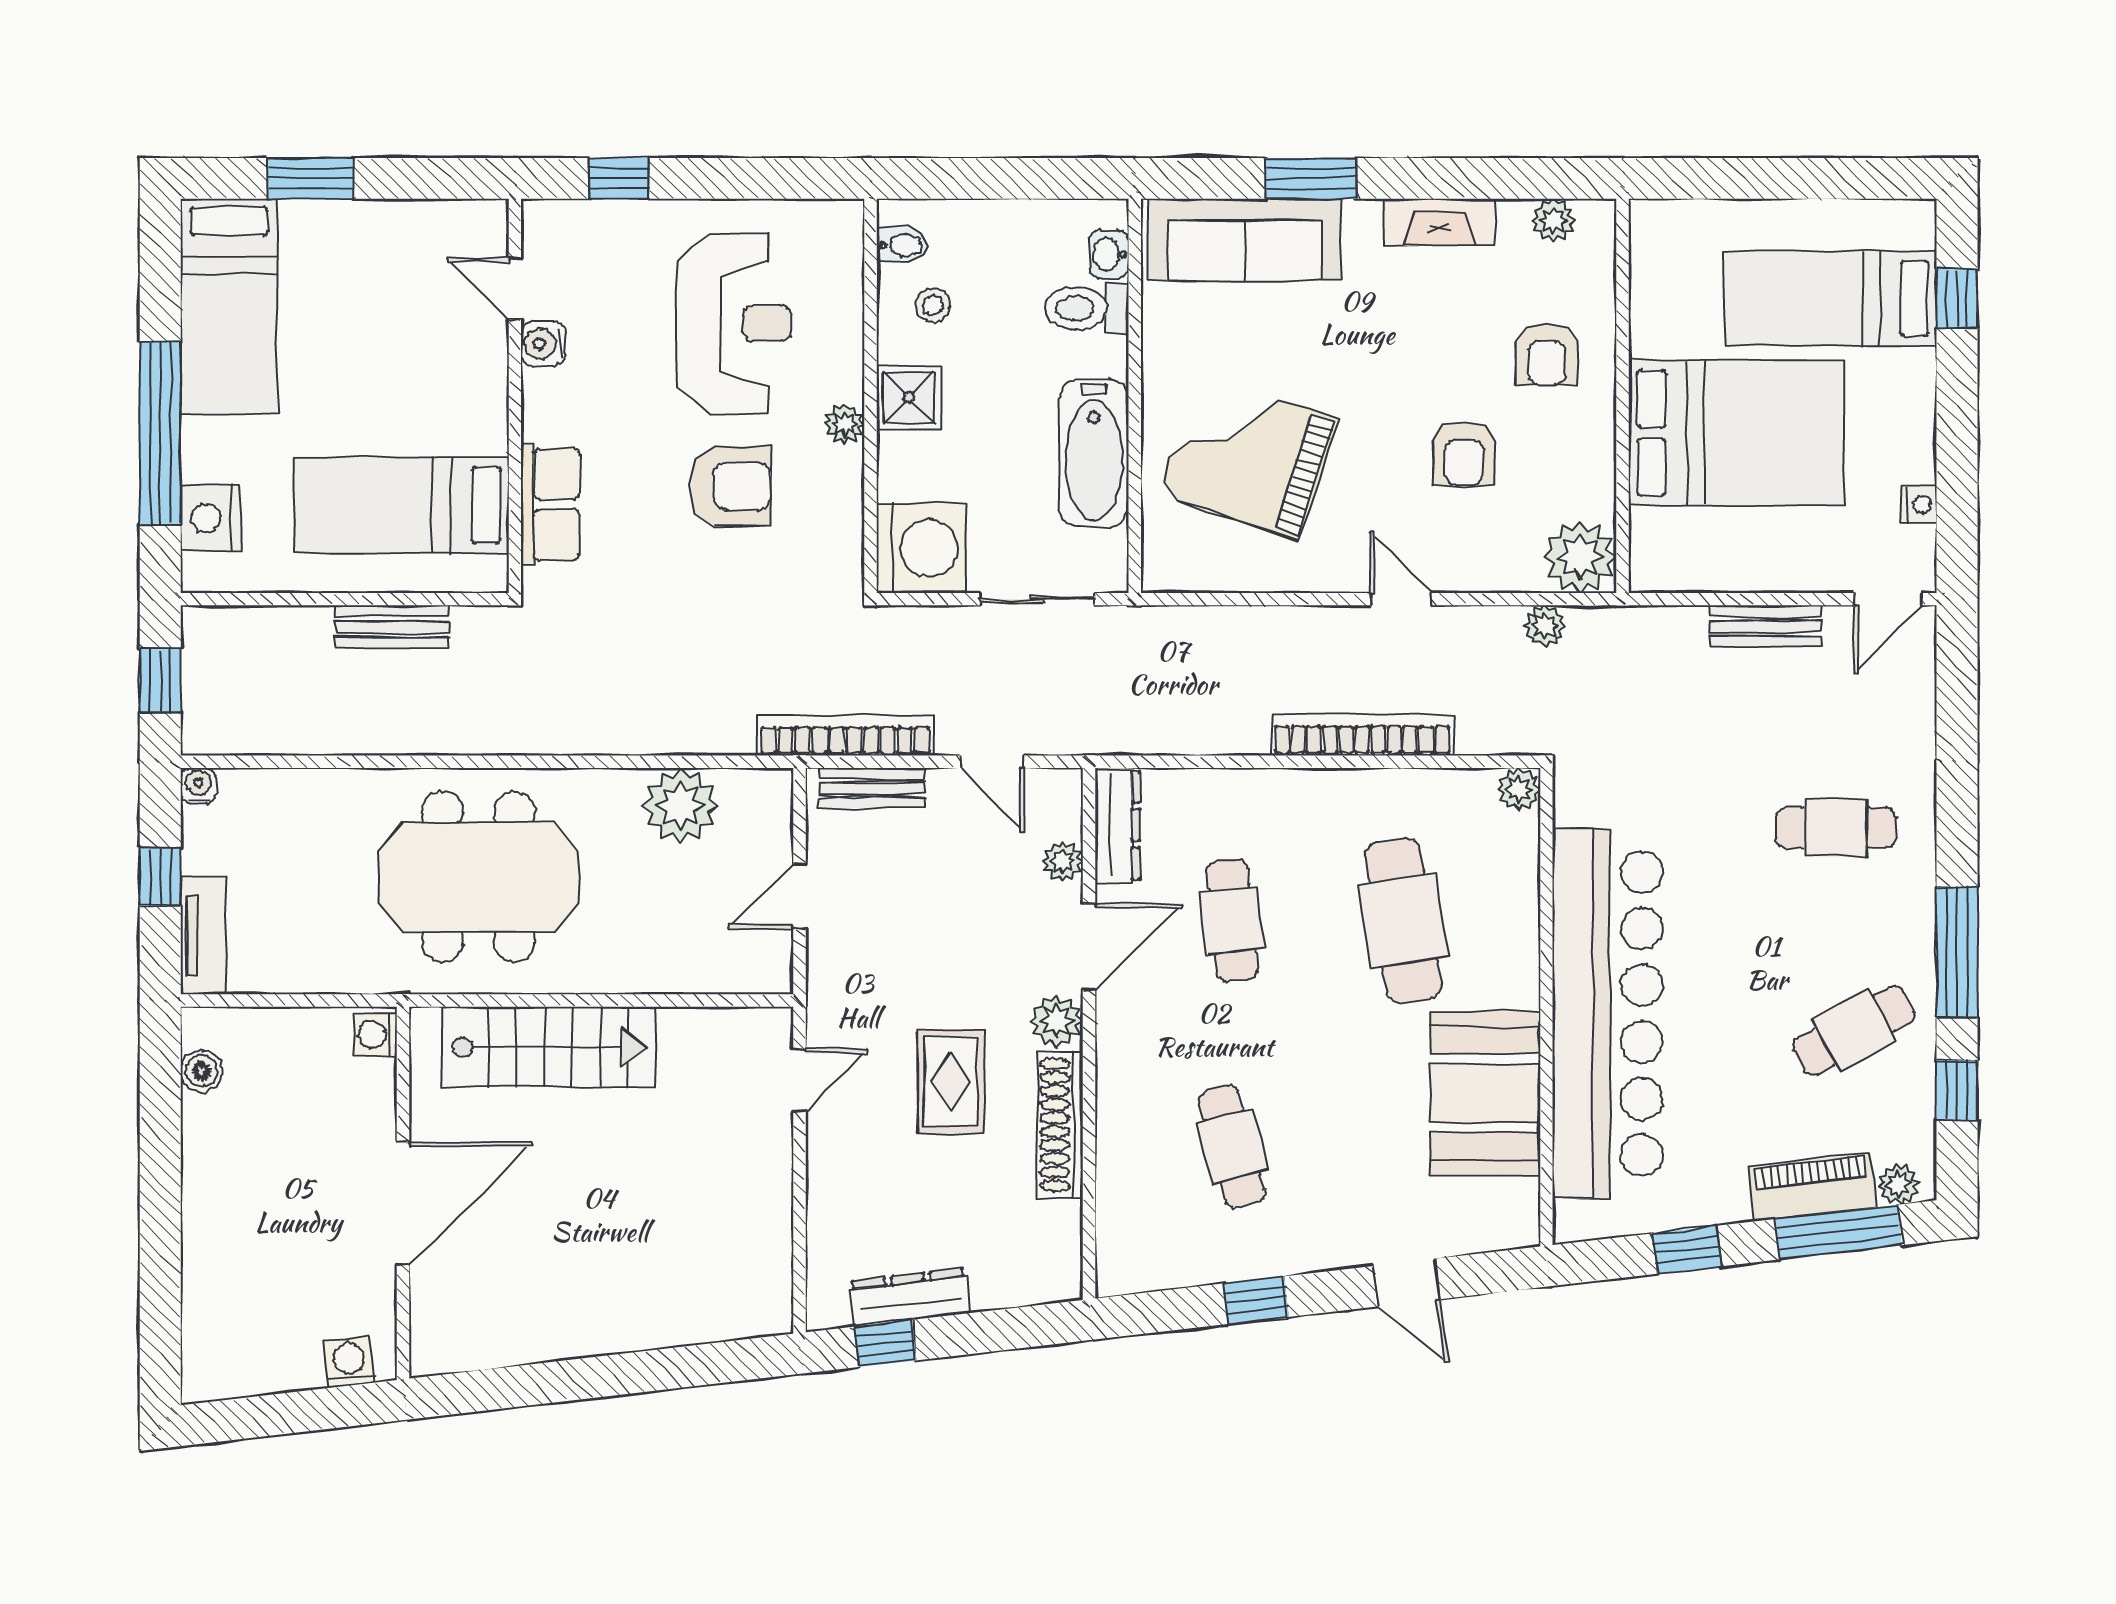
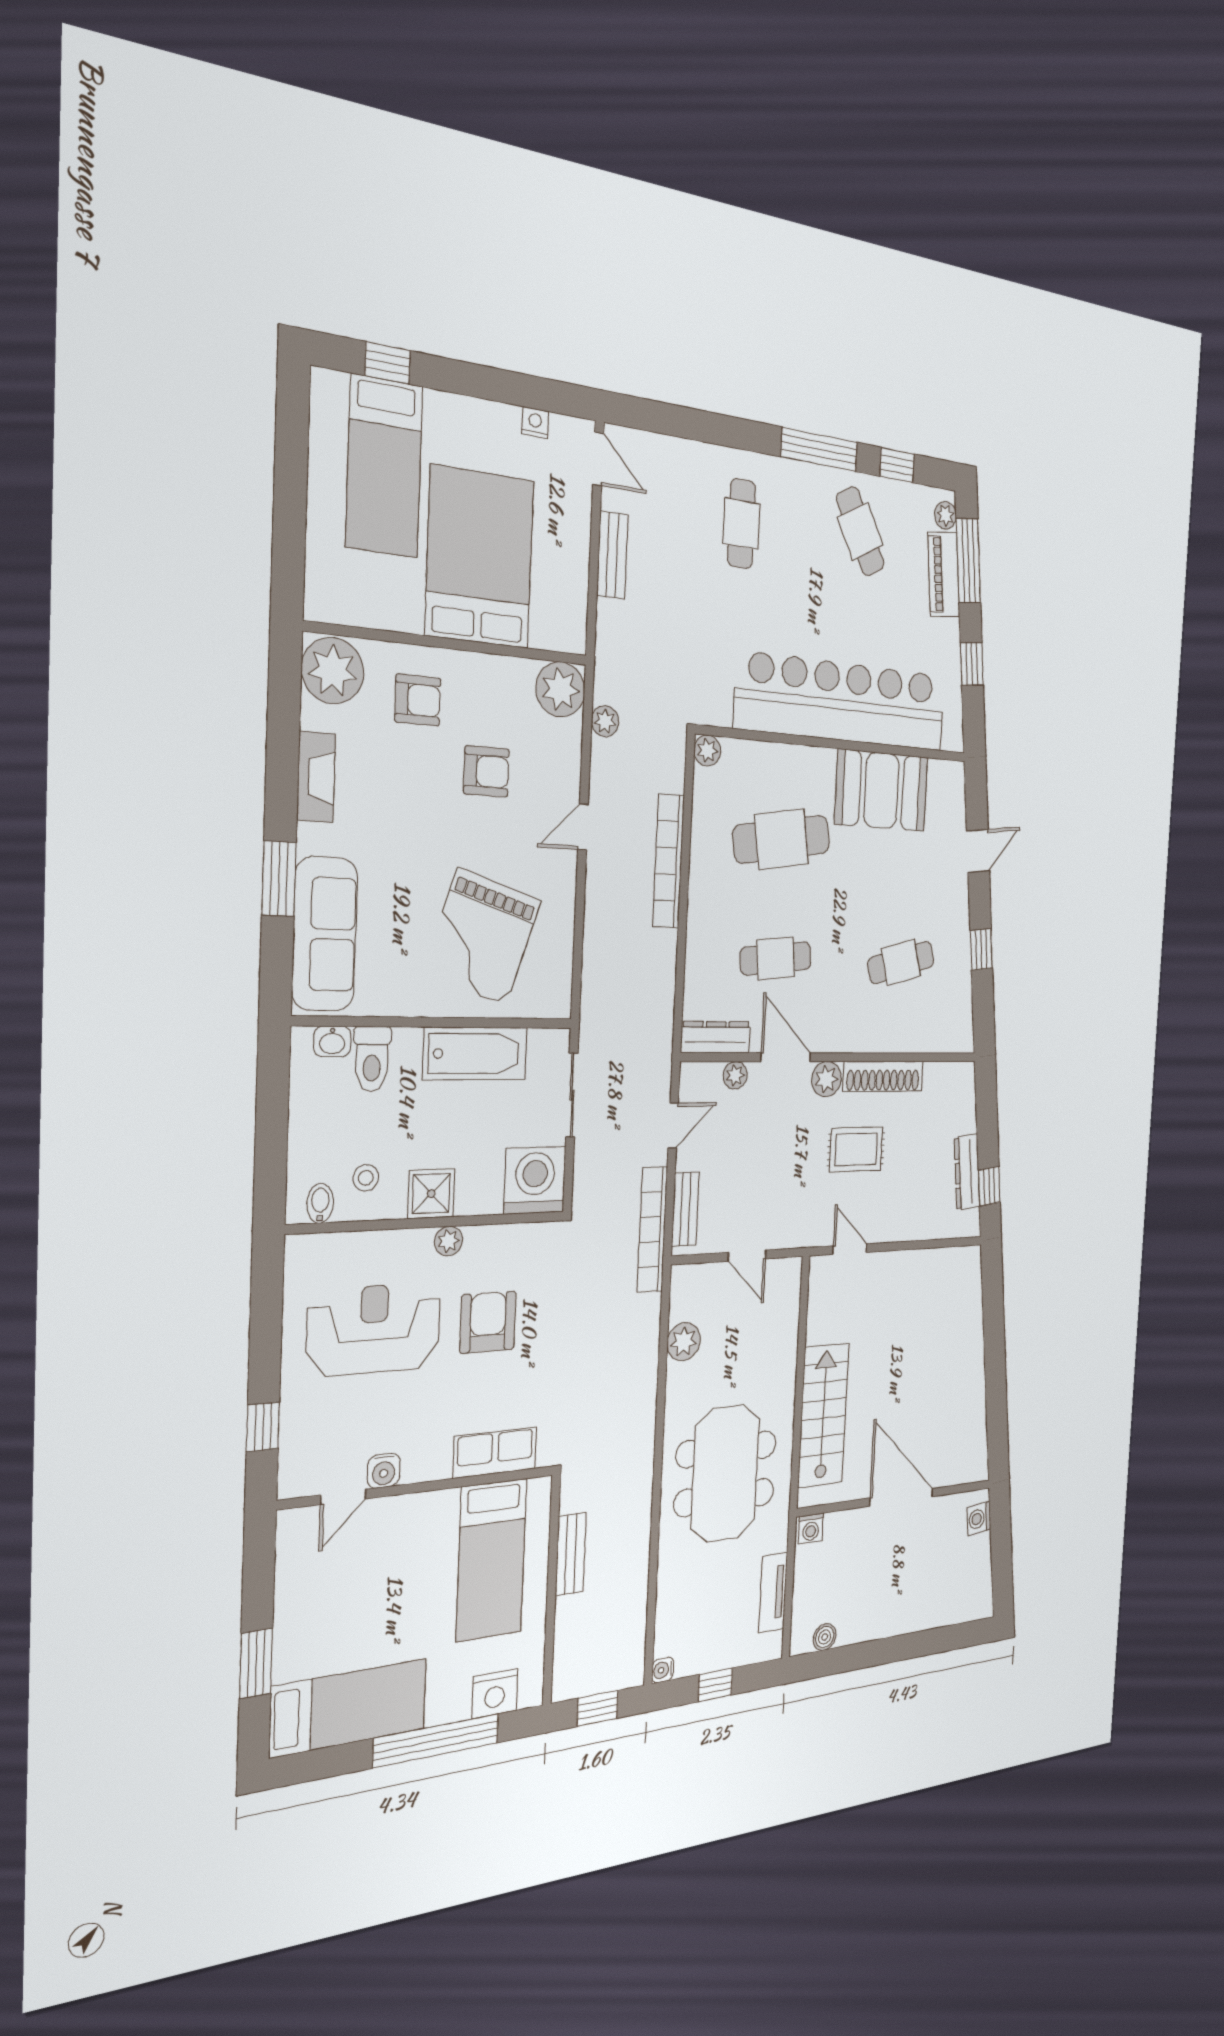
plant: (1553, 220) -> (333, 671), width x1.88, depth x1.88
plant: (680, 805) -> (684, 1342), width x0.73, depth x0.73
tv unit: (203, 936) -> (773, 1593), moved, turned -90

